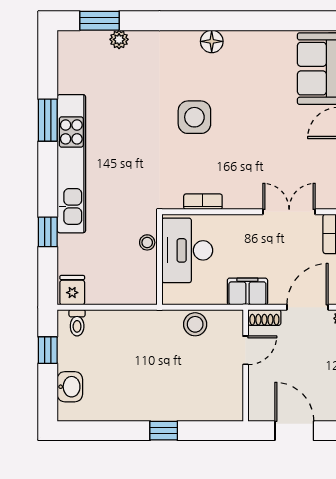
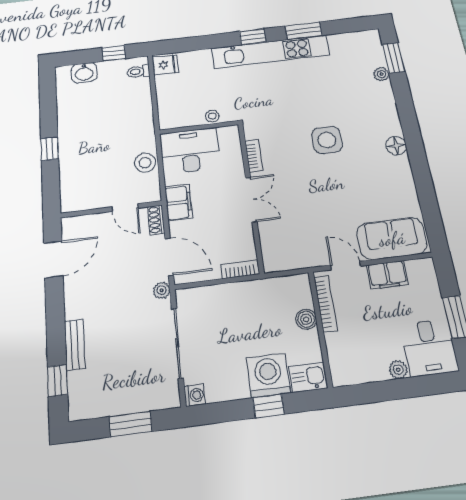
double door: (289, 212) -> (251, 199), moved
window: (48, 232) -> (253, 37), moved
desk: (187, 250) -> (190, 151), moved

